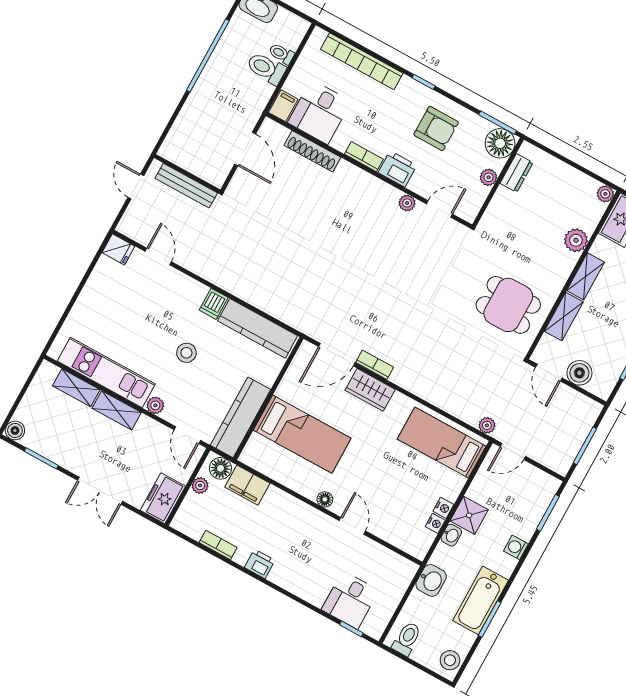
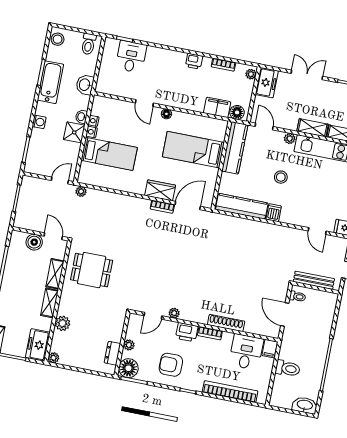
toilet: (281, 54) -> (298, 296), moved
shoe rack: (312, 151) -> (226, 323), moved
bed: (442, 443) -> (109, 154), moved
plant: (200, 485) -> (251, 74), moved

